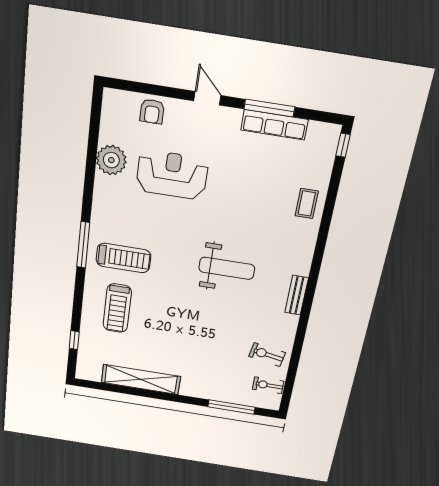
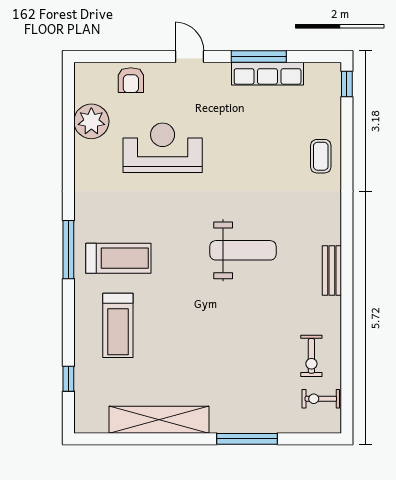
plant: (111, 160) -> (91, 121), moved
exercise bike: (267, 355) -> (311, 356), turned -100
window: (231, 407) -> (247, 439), moved

